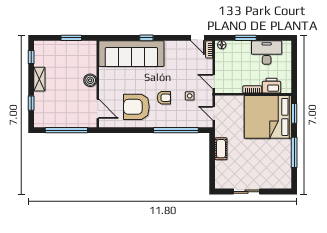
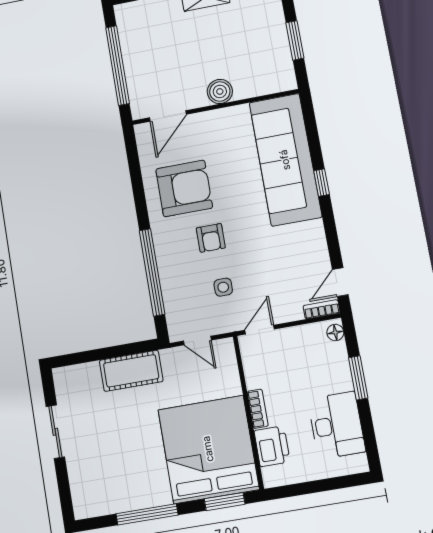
armchair: (136, 107) -> (184, 188), turned 90
door: (214, 113) -> (197, 341), swing flipped
cot: (221, 149) -> (131, 371), width x1.37, depth x1.34

